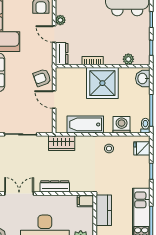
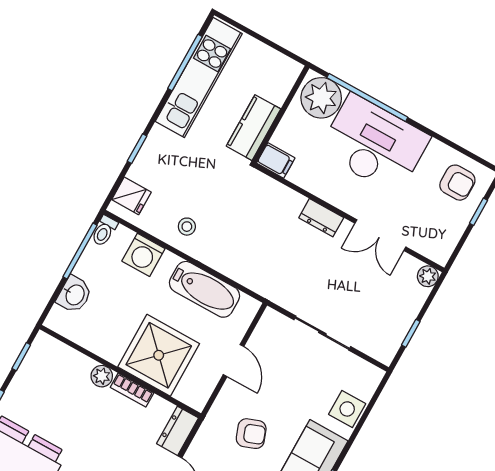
plant: (128, 59) -> (102, 376), moved
armchair: (42, 78) -> (251, 434), moved
washbasin: (143, 79) -> (74, 295), moved
shower: (102, 83) -> (159, 355), moved
wardrobe: (62, 143) -> (262, 280), removed
dresser: (55, 186) -> (321, 218), width x0.70

